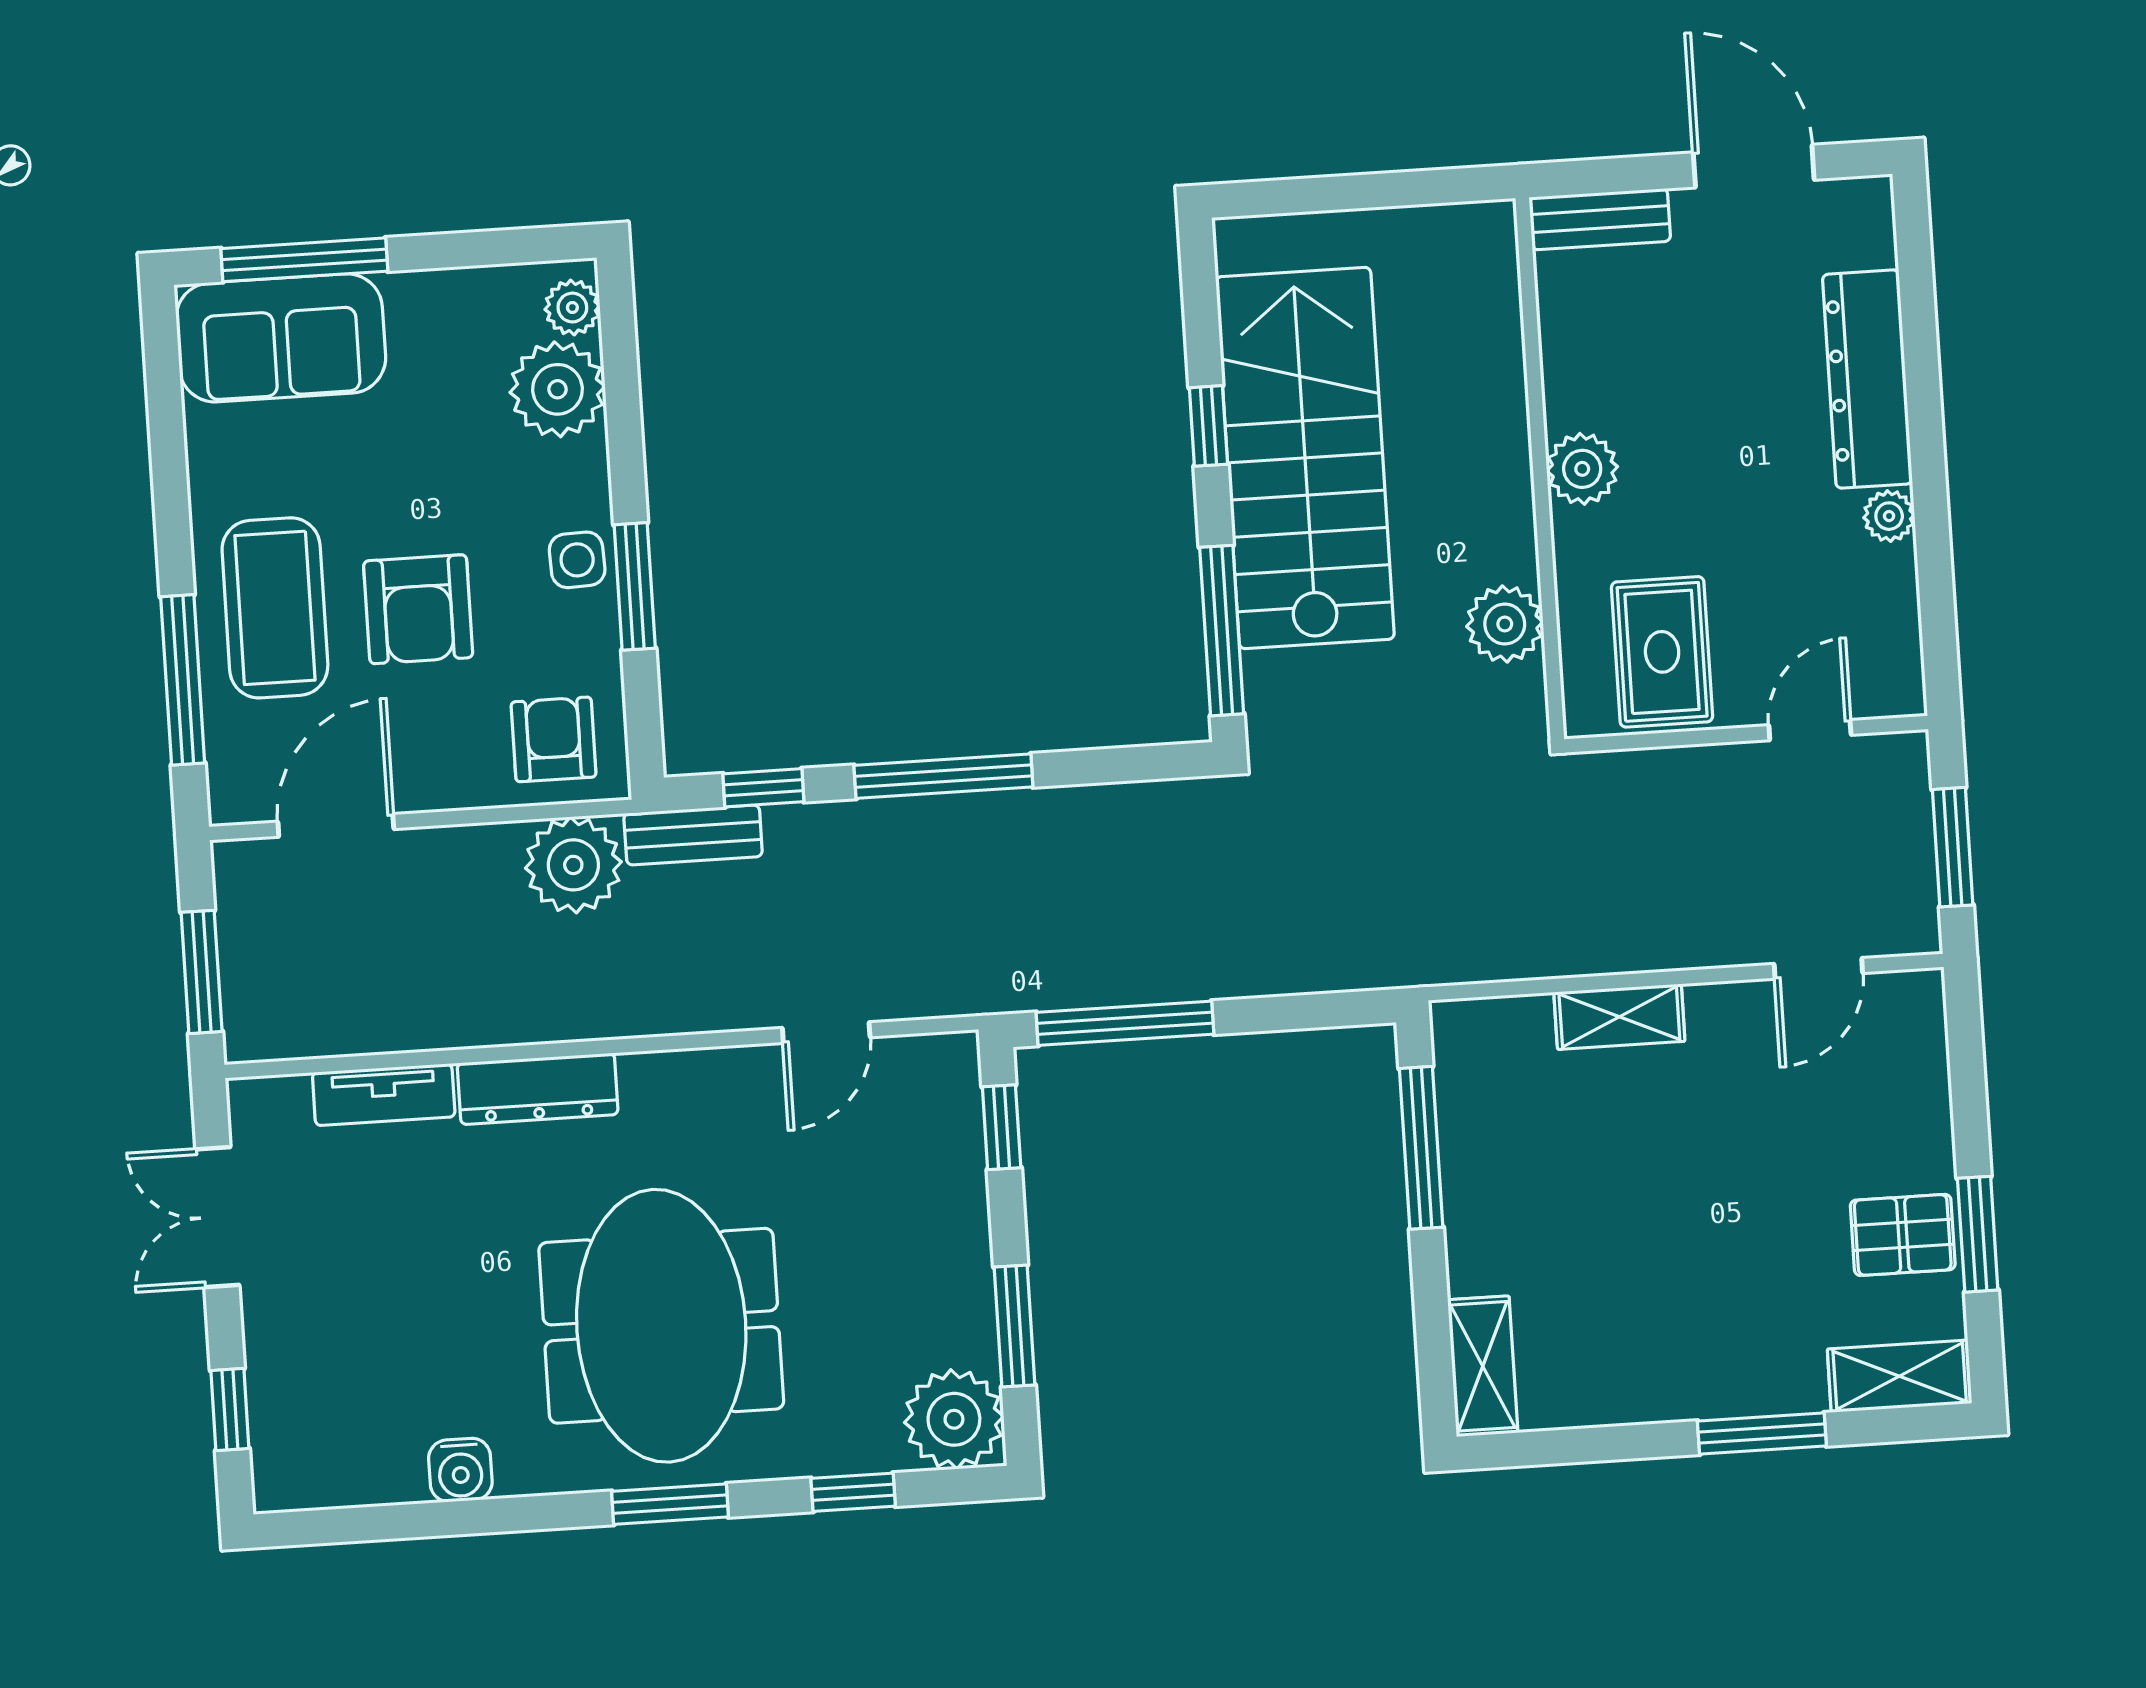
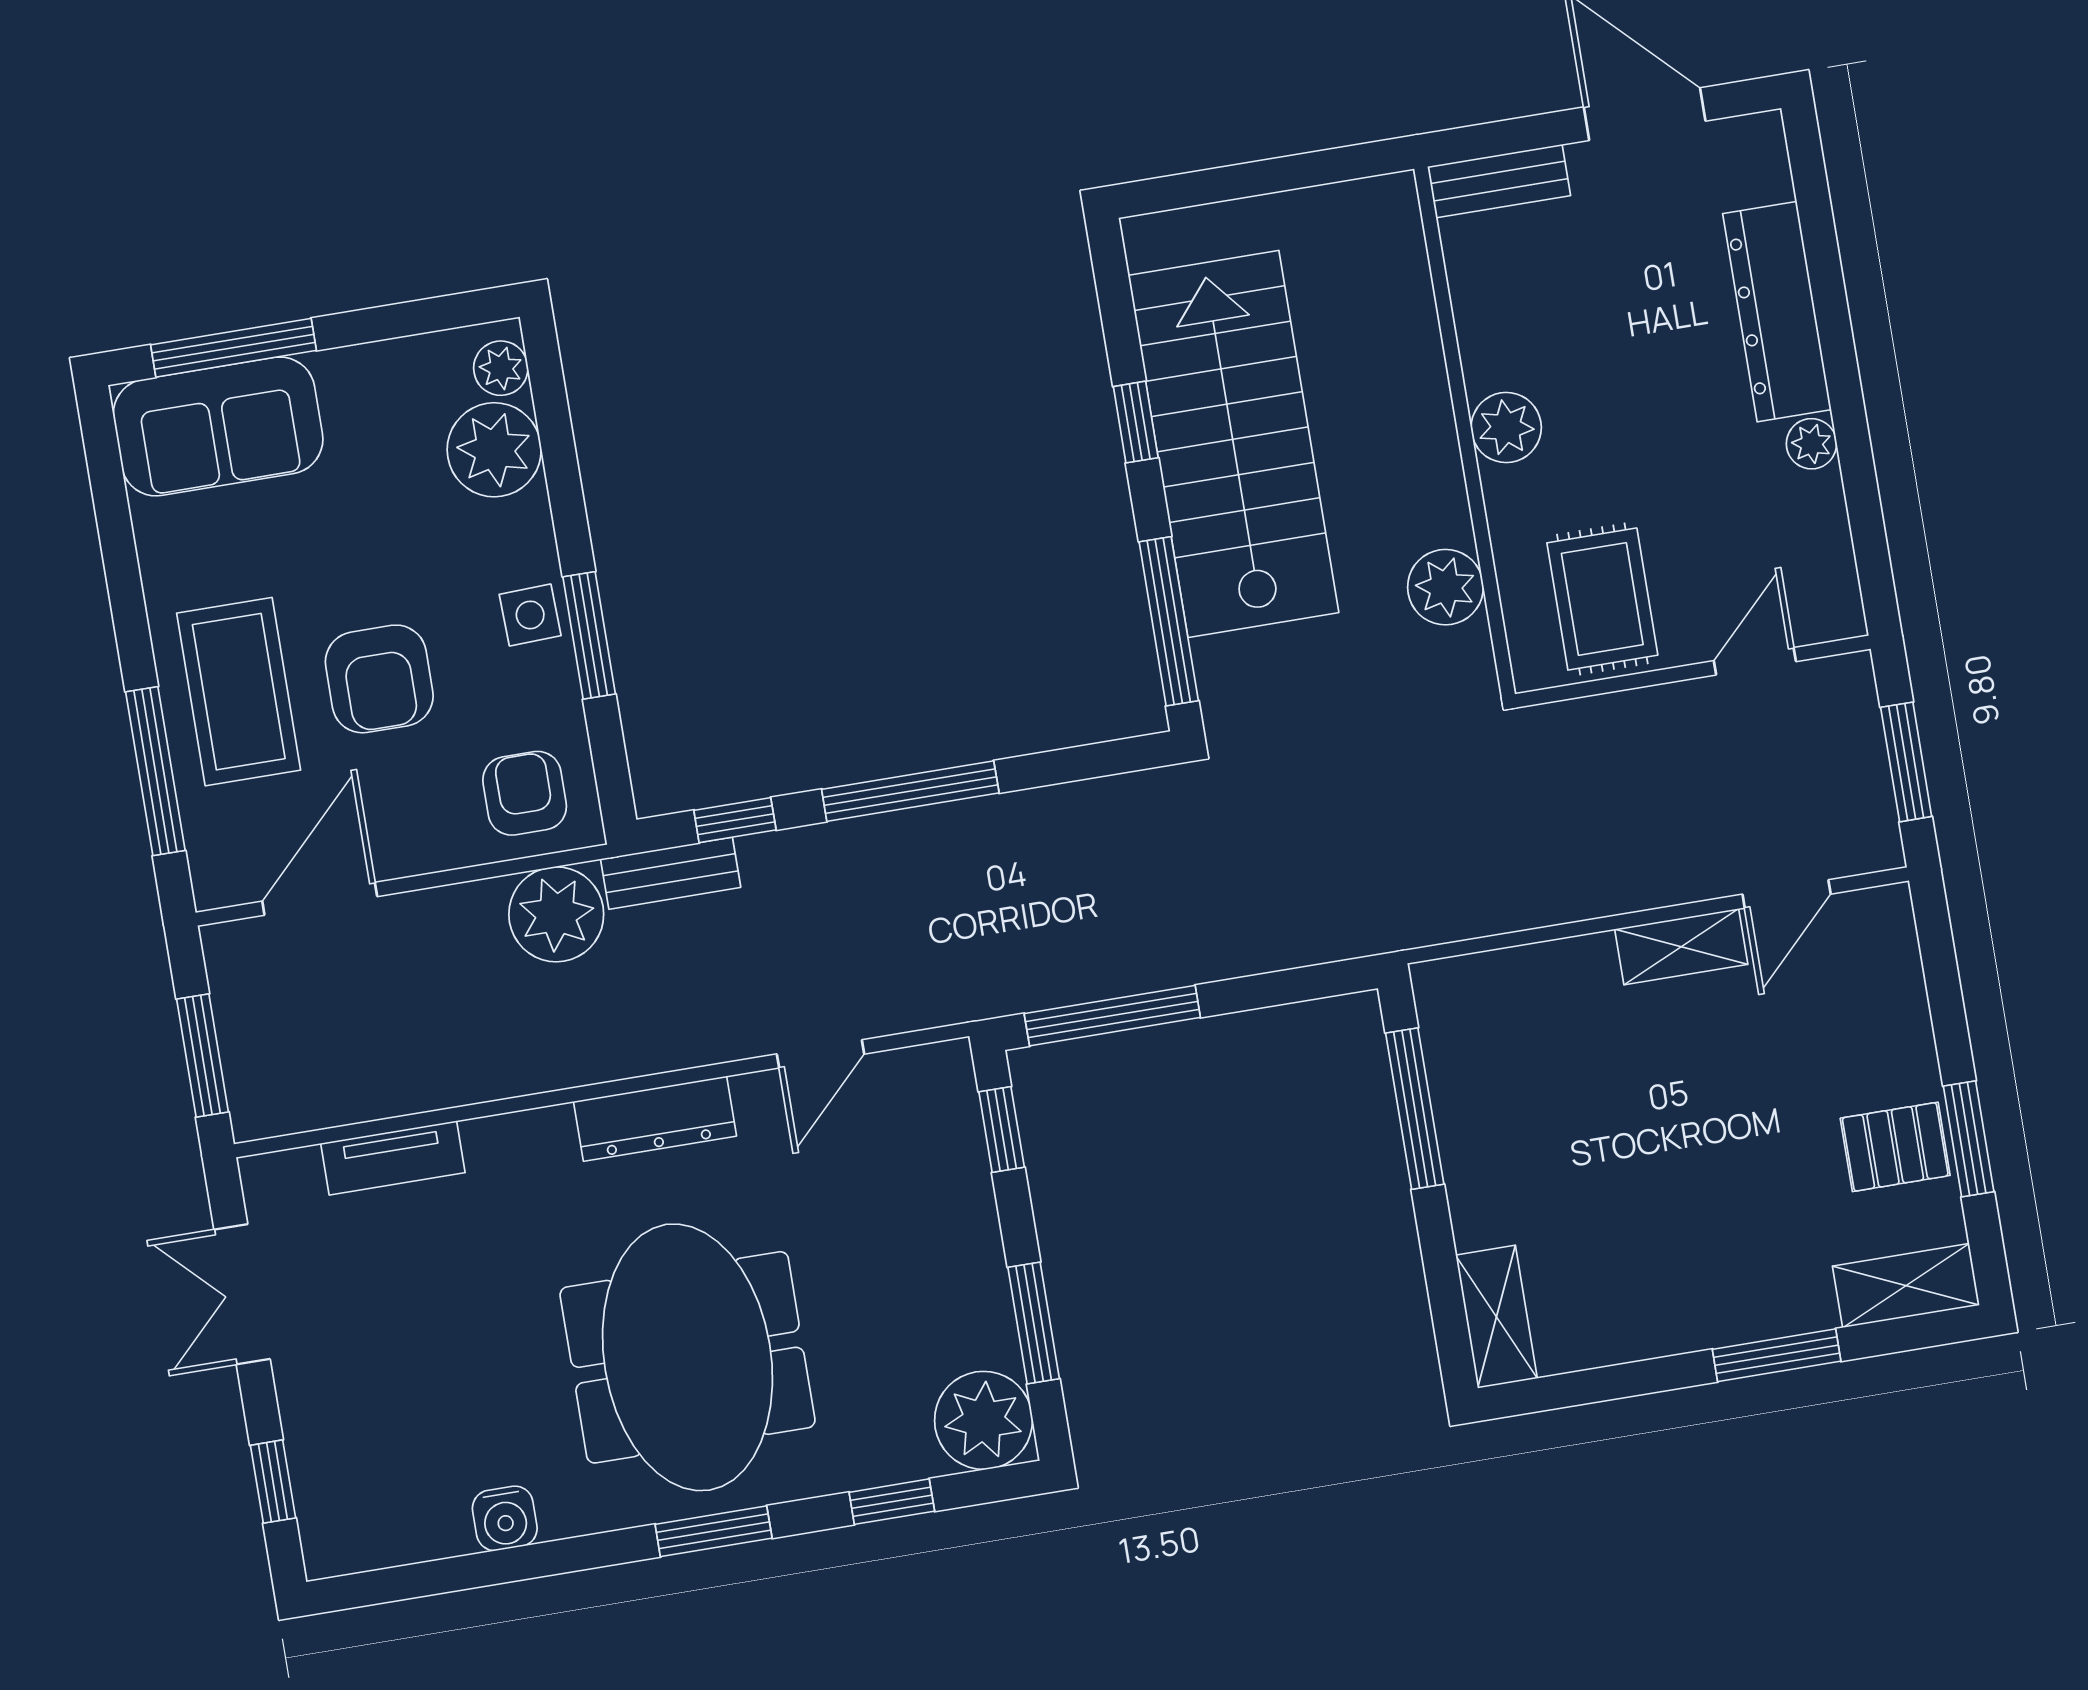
shelving: (1619, 1017) -> (1681, 947), moved
dresser: (538, 1089) -> (655, 1119), moved

